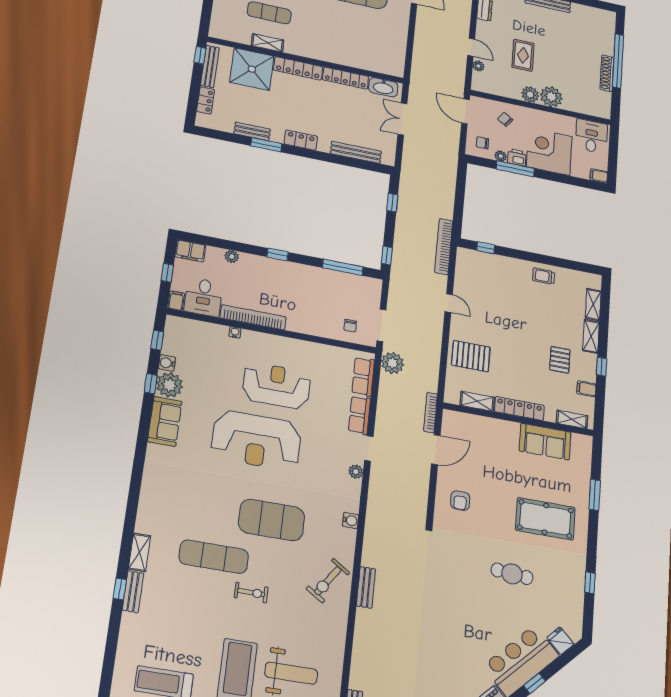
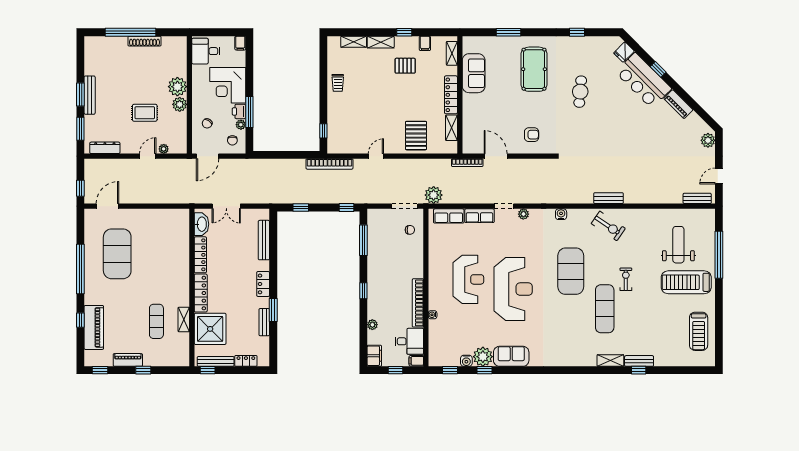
reception desk: (276, 386) -> (468, 279), turned 180

